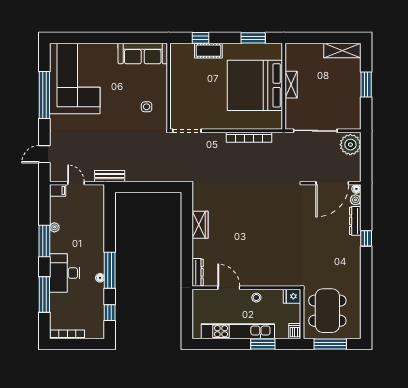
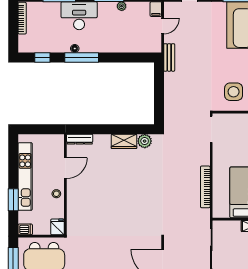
side table: (147, 107) -> (234, 92), width x1.87, depth x1.87
plant: (200, 203) -> (145, 141), added

